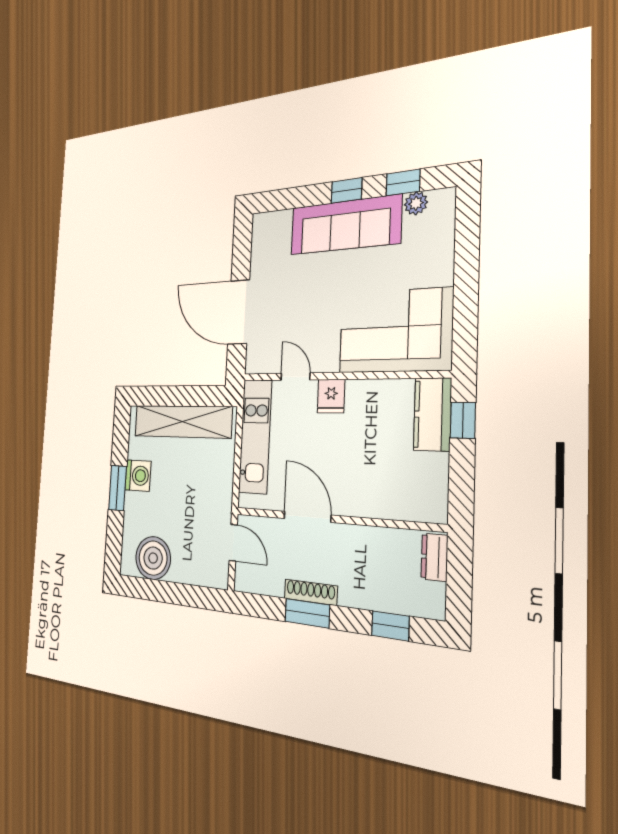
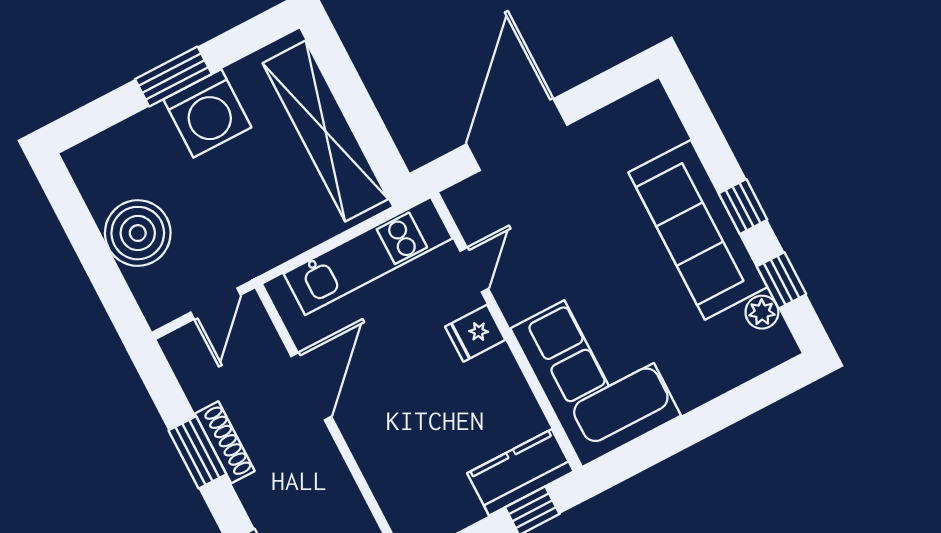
washing machine: (138, 476) -> (207, 113), width x1.37, depth x1.37
boiler: (153, 558) -> (138, 233), moved

